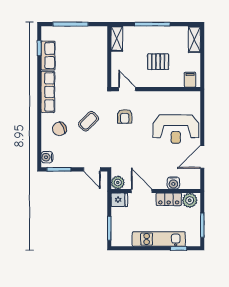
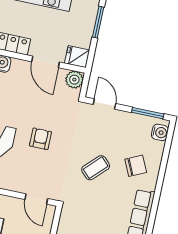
armchair: (125, 116) -> (40, 139), moved

